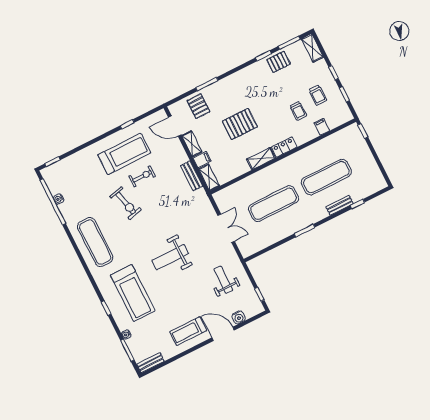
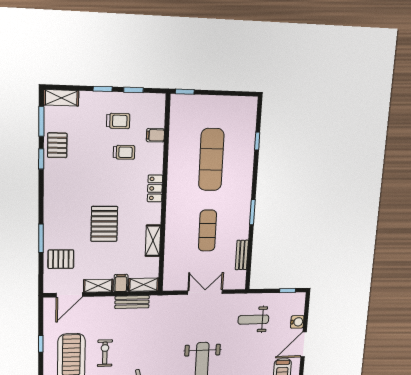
shelving: (261, 159) -> (153, 241), moved
exercise mat: (273, 204) -> (207, 231), width x0.73, depth x0.69
bench: (340, 205) -> (242, 255), moved

